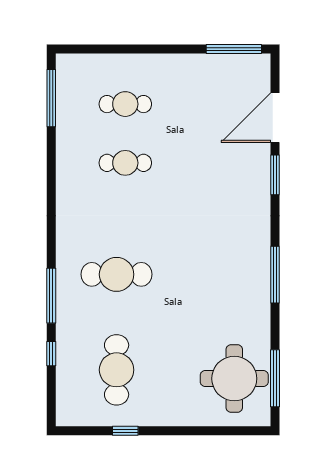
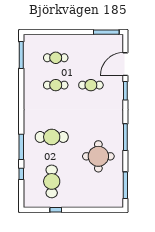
cafe table: (201, 163) -> (91, 85), added
round table: (234, 379) -> (98, 156), moved

